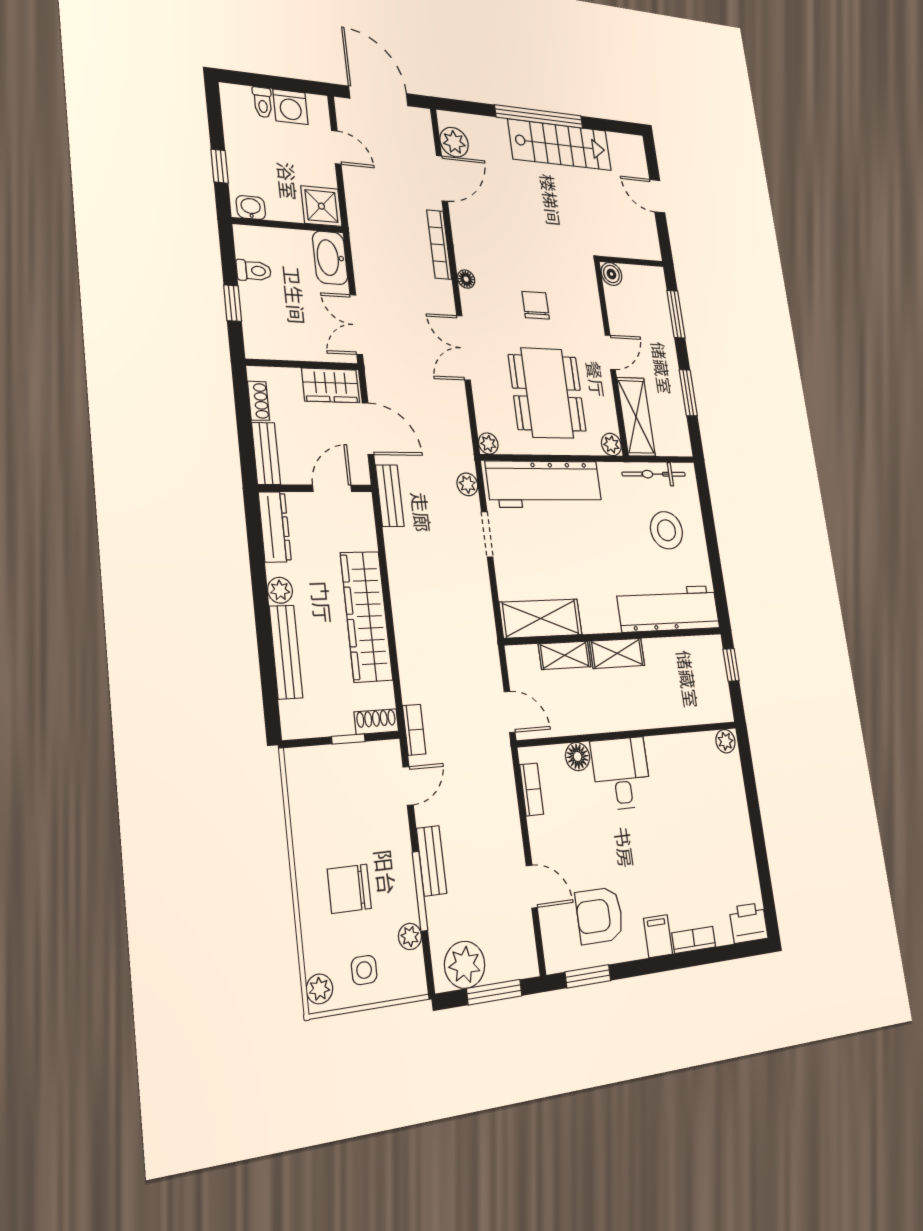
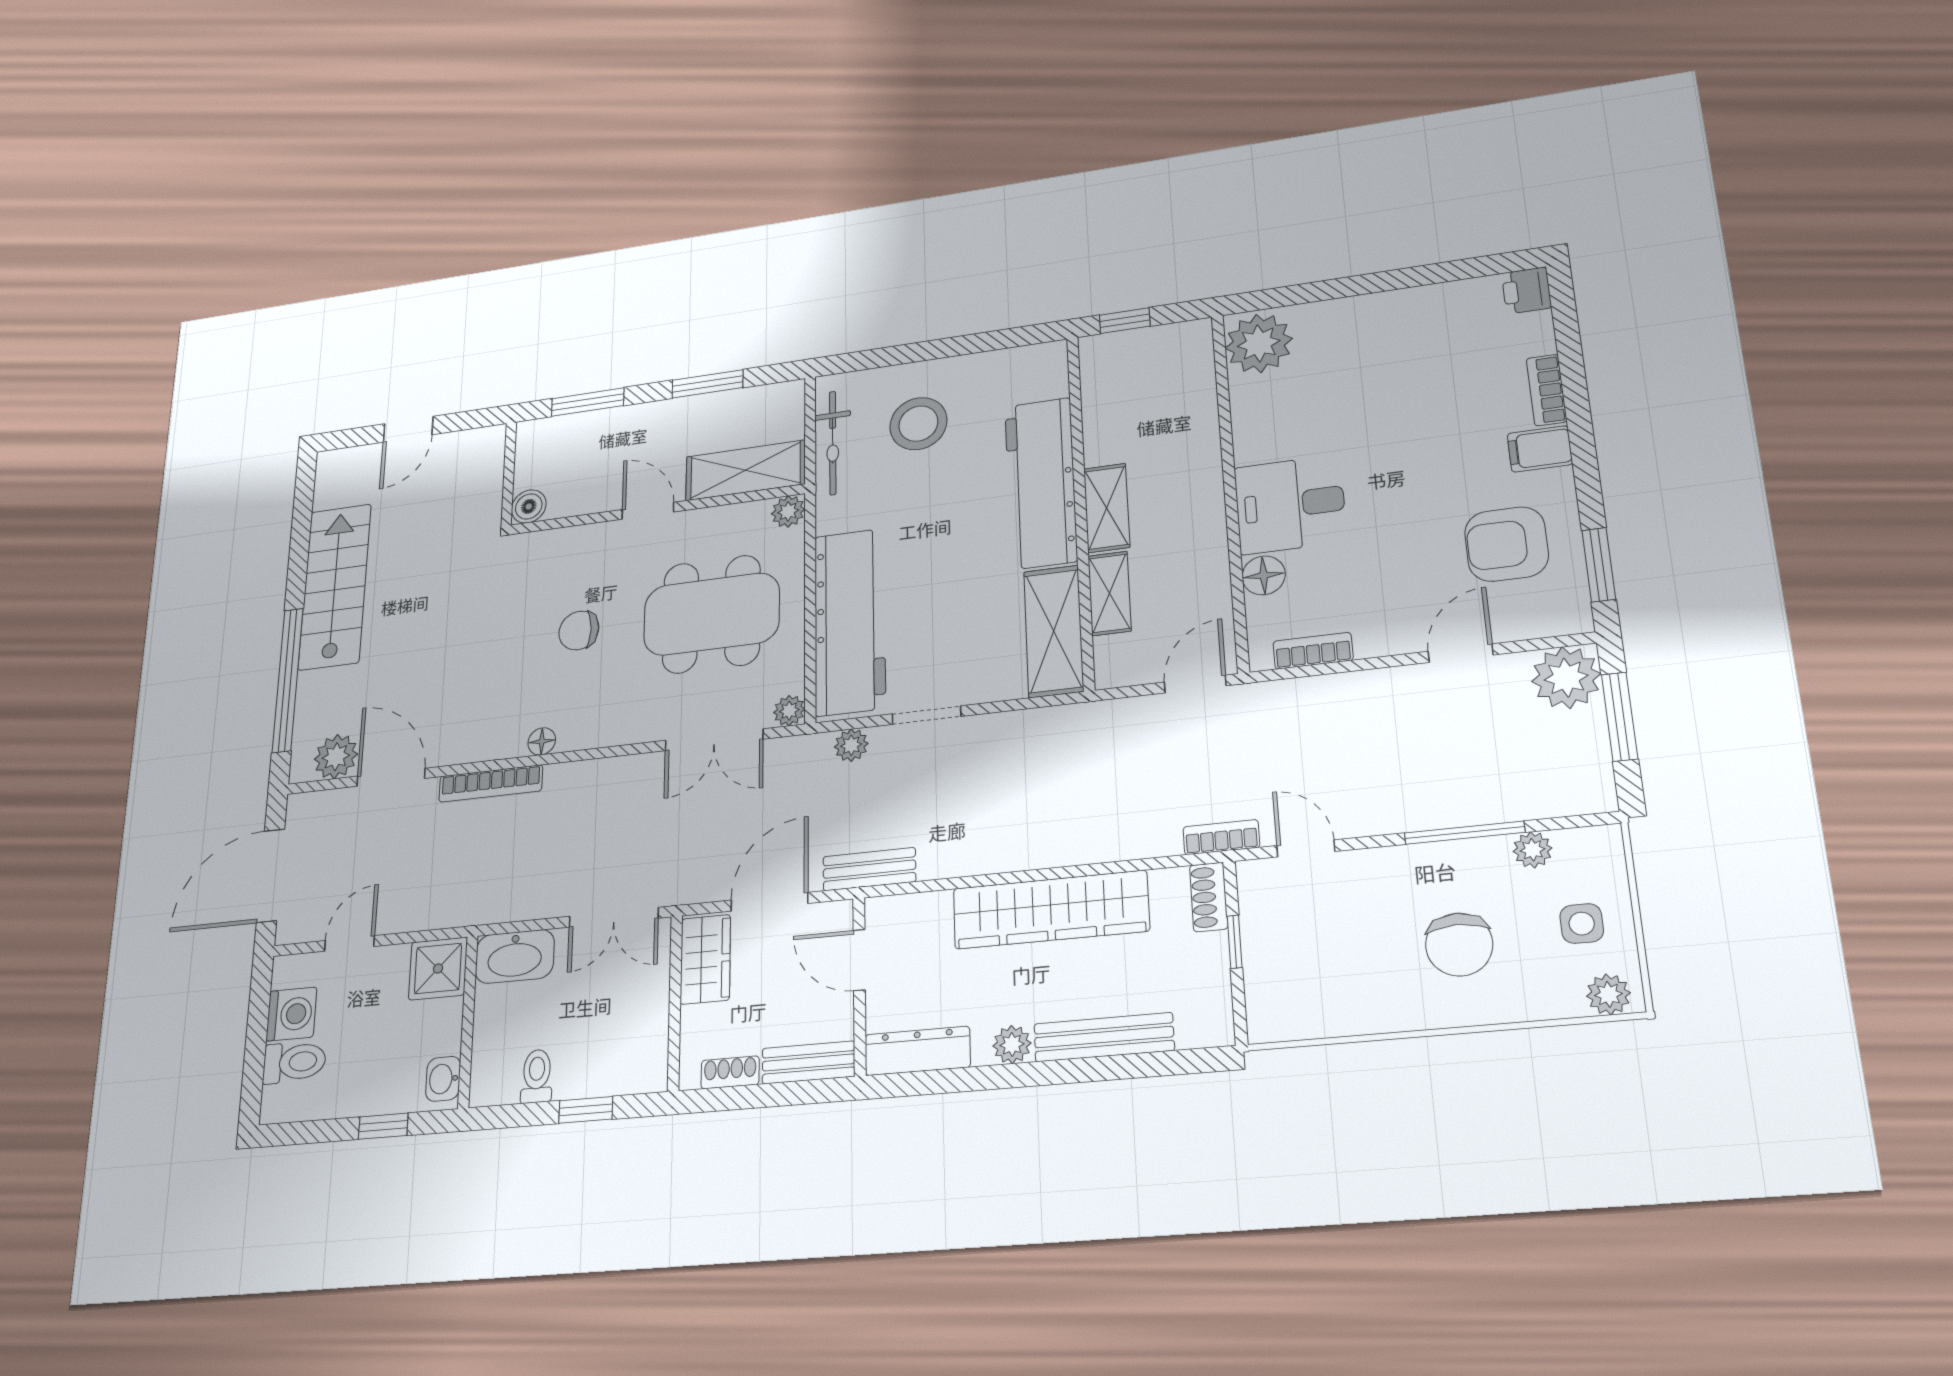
toilet: (263, 102) -> (294, 1062), width x1.37, depth x1.39
window: (539, 117) -> (288, 680), moved
double door: (463, 348) -> (714, 740), moved
workbench: (668, 609) -> (1041, 483), moved
plant: (725, 741) -> (1259, 343), width x1.88, depth x1.88
bench: (432, 861) -> (1419, 813), removed
armchair: (600, 916) -> (1506, 544), turned 90
printer: (749, 923) -> (1526, 291), width x0.73, depth x0.81
plant: (465, 965) -> (1566, 678), moved

